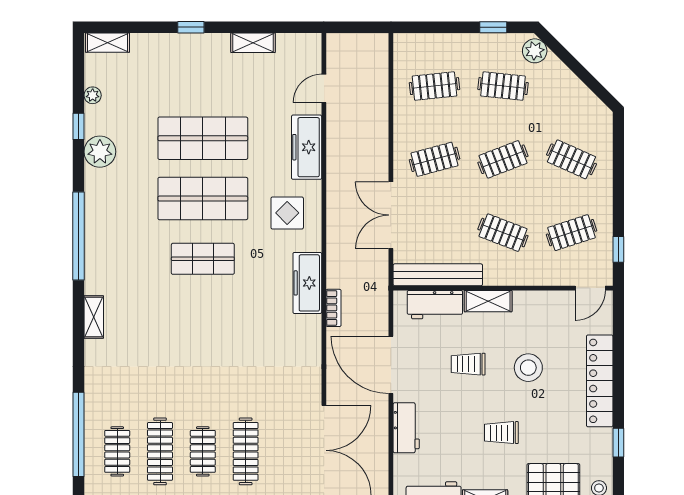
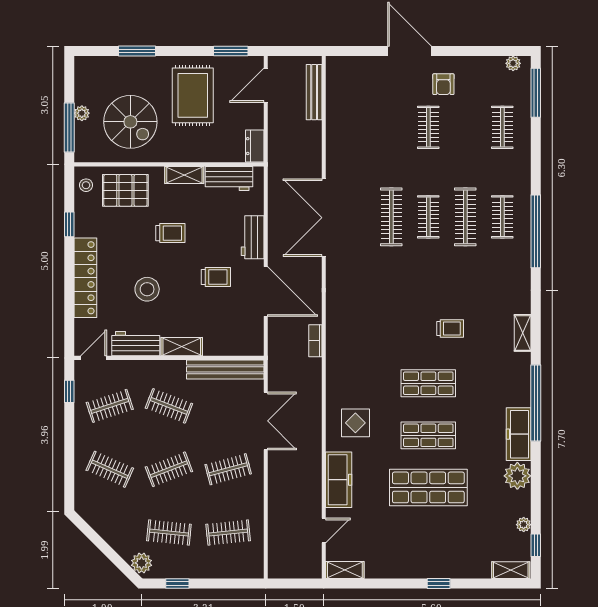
shelving: (253, 43) -> (345, 570), moved
window: (78, 126) -> (536, 545), moved
shop shelf: (203, 199) -> (428, 435), width x0.70, depth x0.74
freezer: (307, 283) -> (519, 434), moved, turned 180
workbench: (435, 305) -> (136, 344), moved
trolley: (178, 322) -> (450, 328), added
trolley: (468, 364) -> (216, 277), moved

